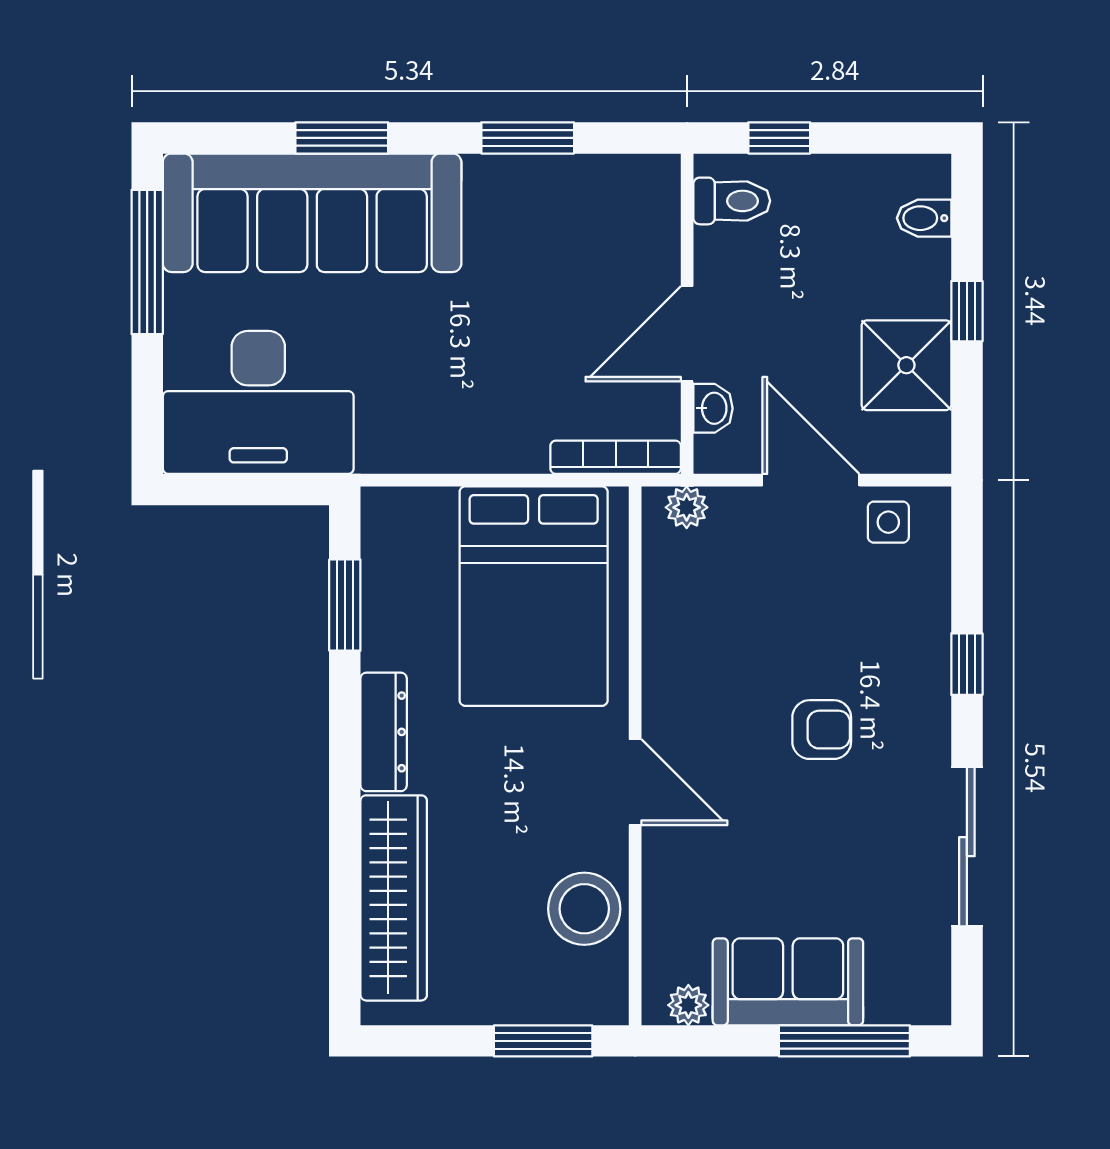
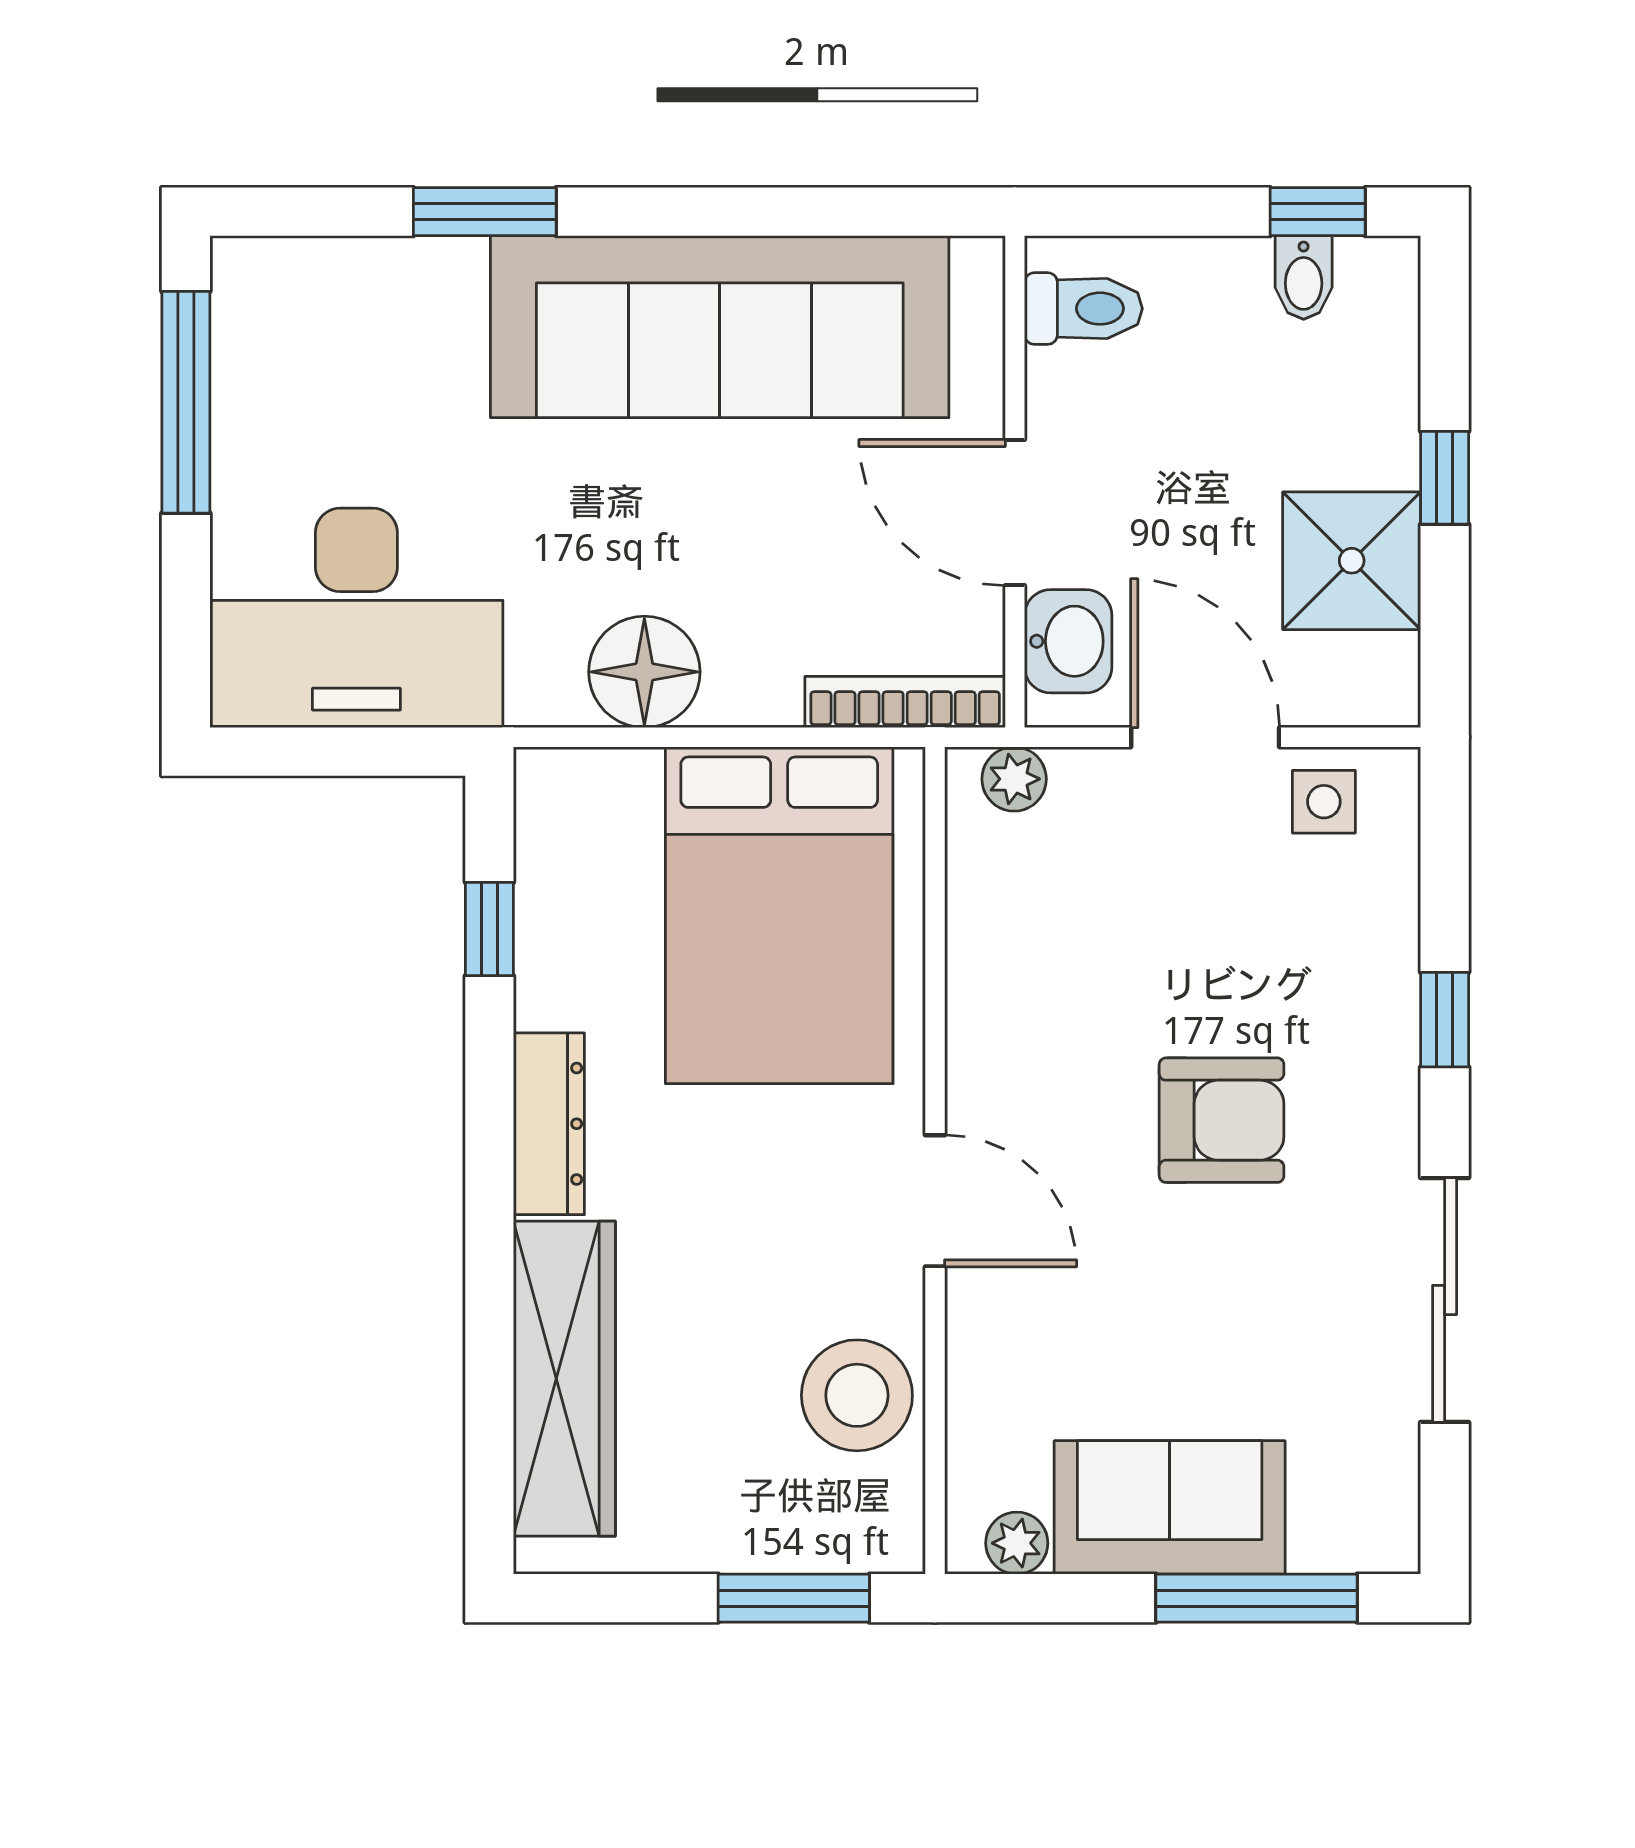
window: (528, 138) -> (770, 212), removed
window: (779, 138) -> (1318, 212), moved
sofa: (312, 213) -> (720, 327), moved
bidet: (924, 218) -> (1304, 278), moved, turned -90
door: (687, 334) -> (1015, 513), hinge flipped
washbasin: (713, 408) -> (1068, 641), width x1.38, depth x1.45
floor lamp: (446, 438) -> (644, 672), added
window: (345, 605) -> (489, 929), width x0.67
armchair: (822, 730) -> (1222, 1120), width x1.38, depth x1.38

